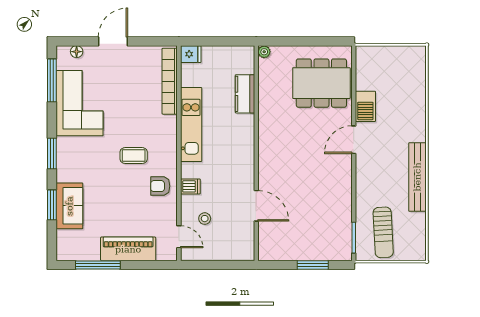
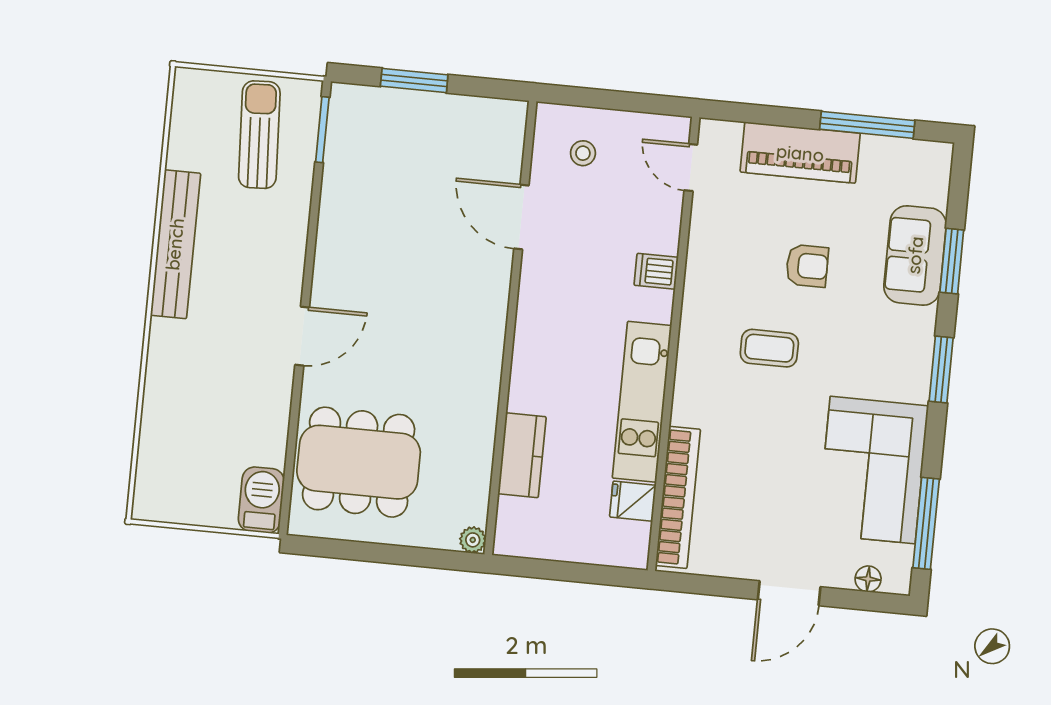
fridge: (191, 54) -> (633, 501), moved
barbecue: (365, 106) -> (261, 500), moved
armchair: (160, 186) -> (807, 266), moved
stool: (205, 219) -> (583, 153), moved

